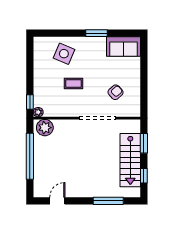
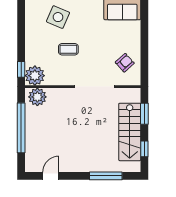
armchair: (115, 92) -> (125, 63), moved
plant: (38, 112) -> (35, 76), width x1.88, depth x1.88

